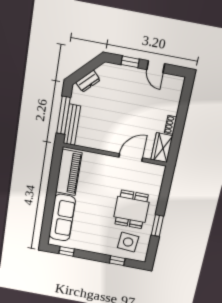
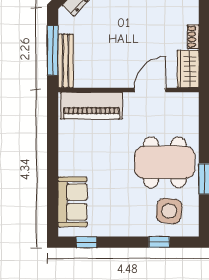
piano: (69, 172) -> (92, 106), moved, turned 90
dining table: (131, 209) -> (165, 162), width x1.37
sofa: (62, 218) -> (72, 202), width x0.73

